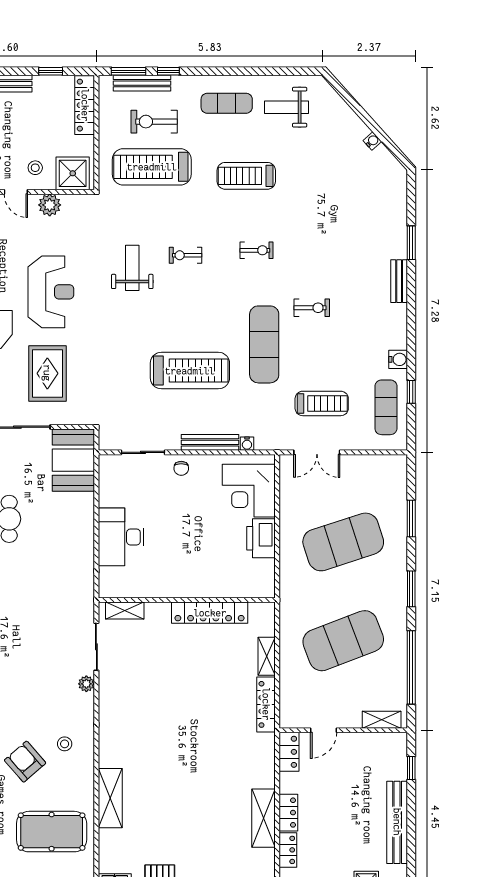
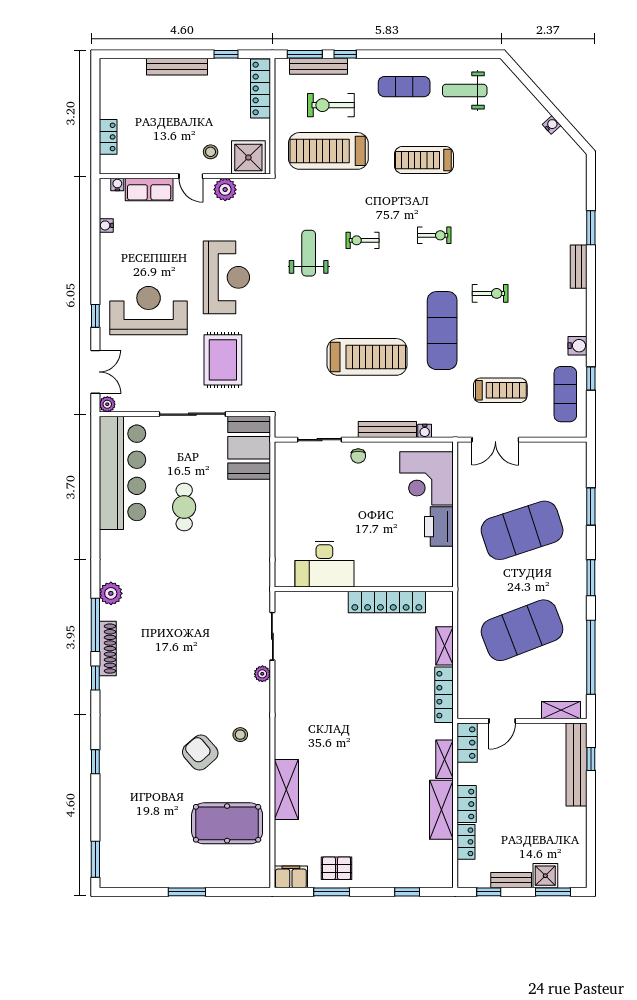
desk: (121, 537) -> (324, 564), moved, turned -90
shelving: (125, 611) -> (445, 759), moved, turned 90
bench: (397, 822) -> (577, 765), moved

